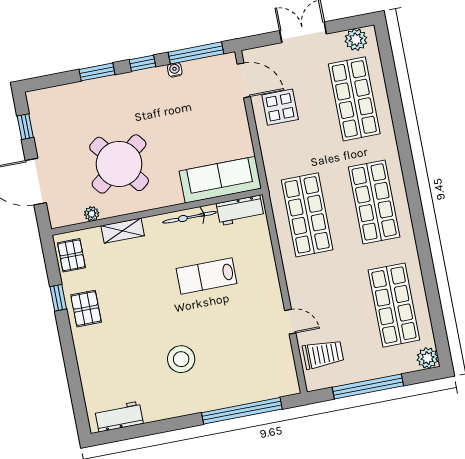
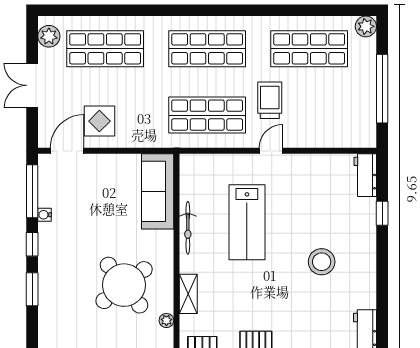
workbench: (240, 210) -> (365, 175), moved, turned 180
lab bench: (206, 276) -> (247, 222), width x1.36, depth x1.39
door: (290, 322) -> (271, 151), moved
trolley: (323, 354) -> (270, 100), moved
window: (242, 411) -> (382, 213), width x0.32

